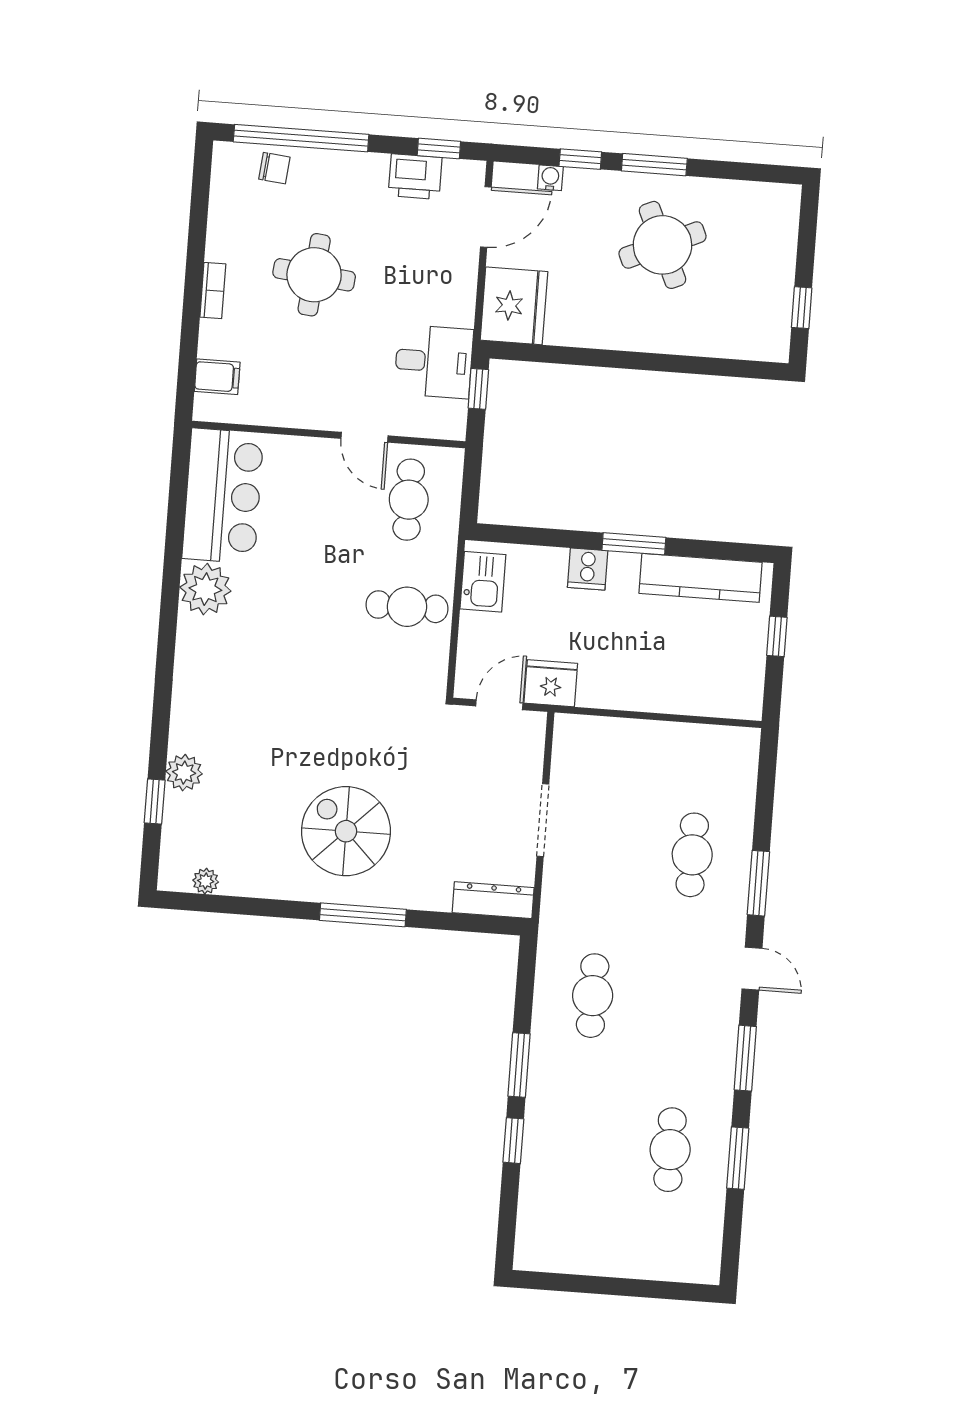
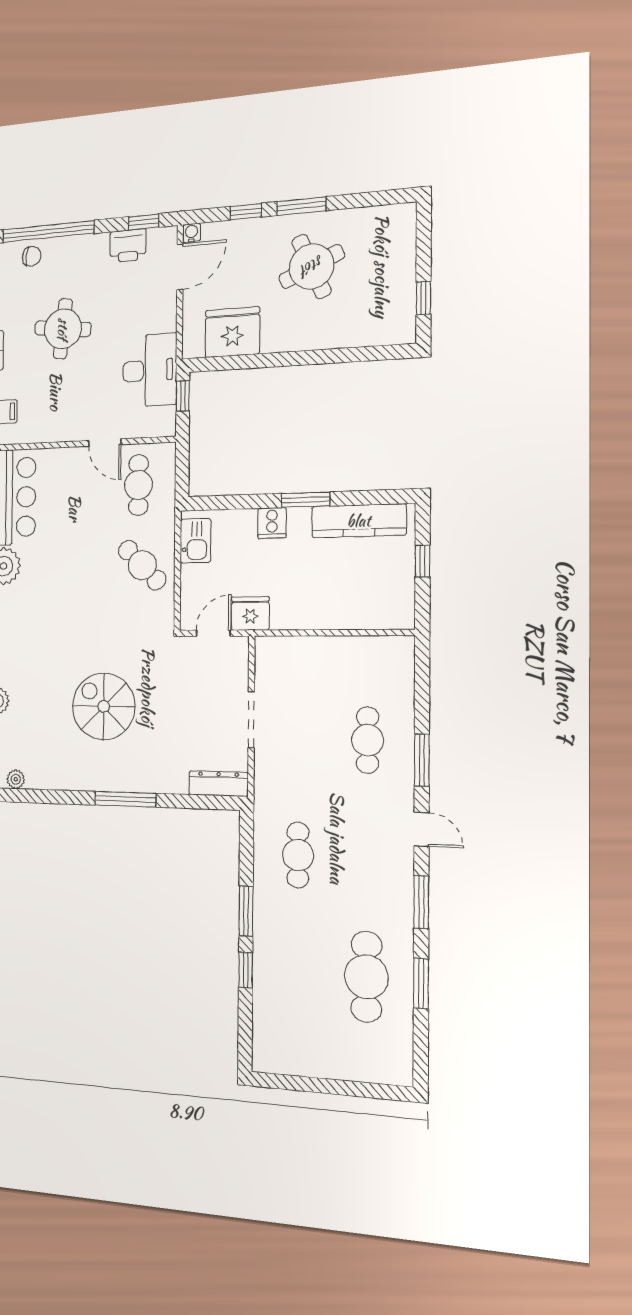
water cooler: (550, 178) -> (191, 233), moved
fridge: (514, 306) -> (232, 332), moved, turned -90
desk: (434, 362) -> (150, 370), width x1.37
cafe table: (407, 607) -> (142, 565), turned 45
spiral stairs: (346, 831) -> (104, 706), moved
cafe table: (670, 1150) -> (366, 977), width x1.37, depth x1.35

